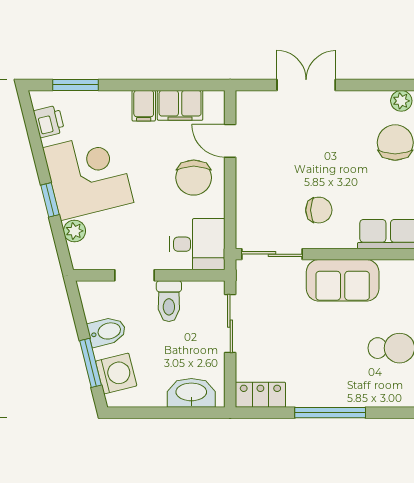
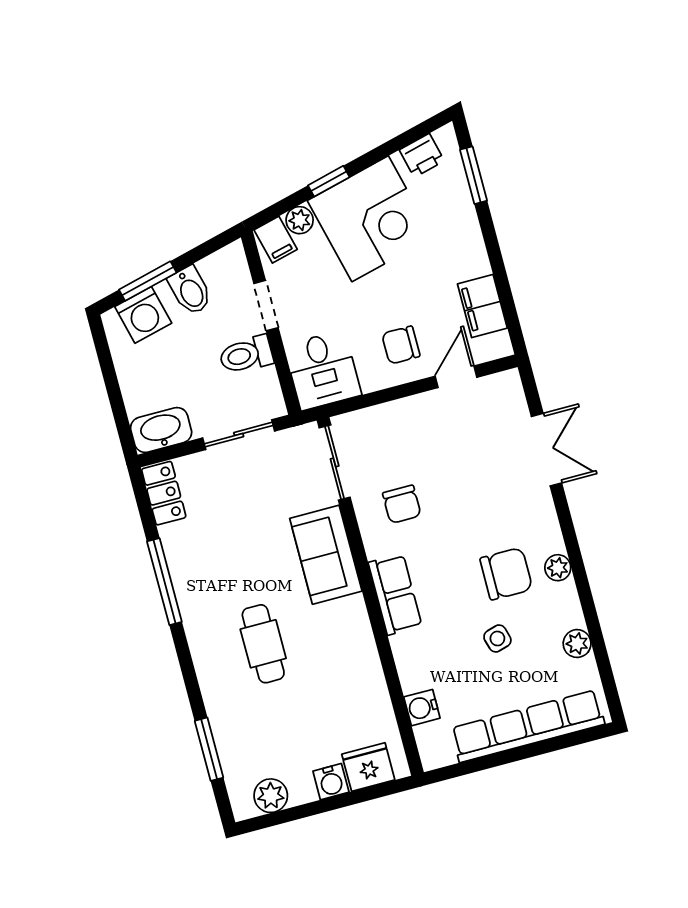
filing cabinet: (144, 106) -> (276, 240), moved, turned -104
chair: (194, 178) -> (401, 345), width x0.73, depth x0.73
washbasin: (191, 393) -> (161, 430), moved, turned -90

